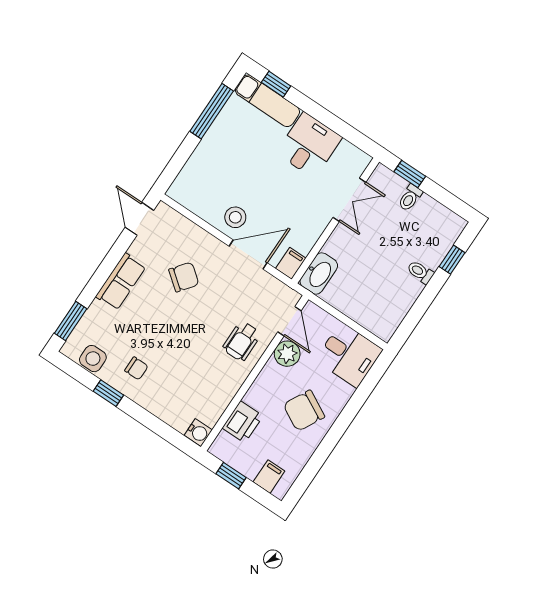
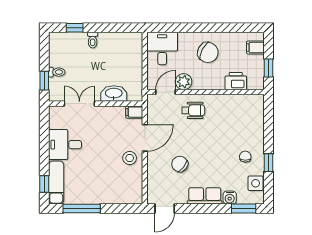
door: (248, 254) -> (145, 138), swing flipped
washbasin: (319, 274) -> (114, 94), moved
water cooler: (198, 433) -> (230, 198), moved, turned 180

